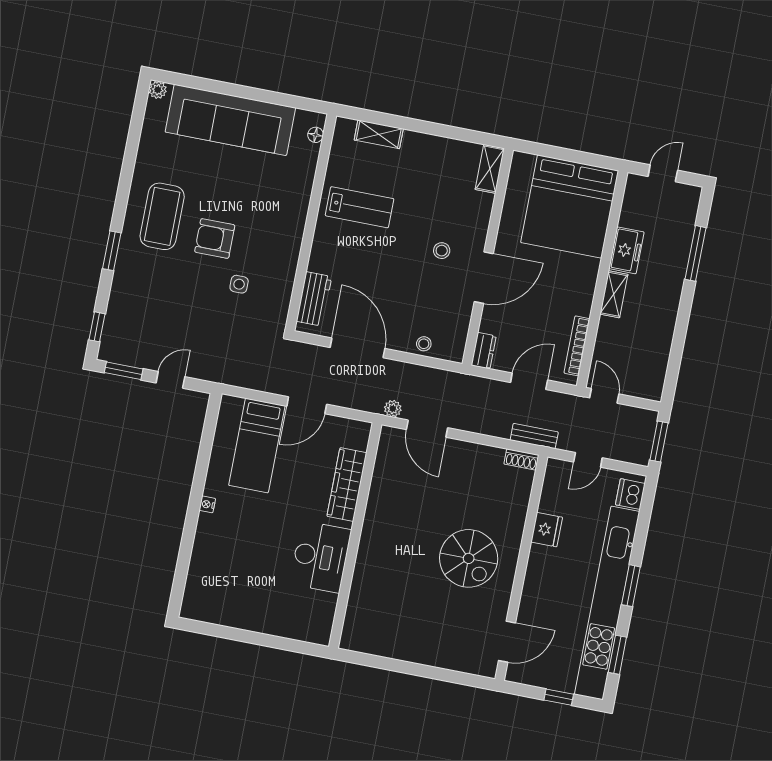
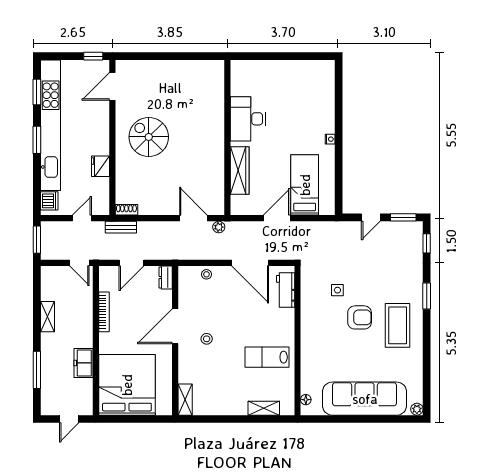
shelving: (614, 294) -> (48, 317), moved
bookcase: (577, 346) -> (104, 312), moved
window: (559, 697) -> (93, 56), moved

